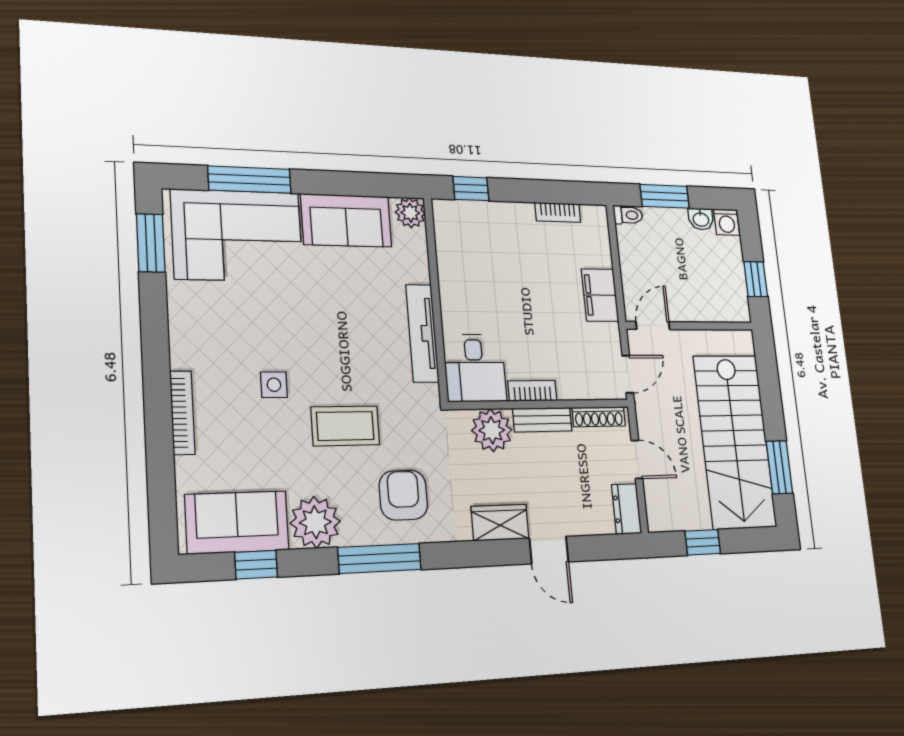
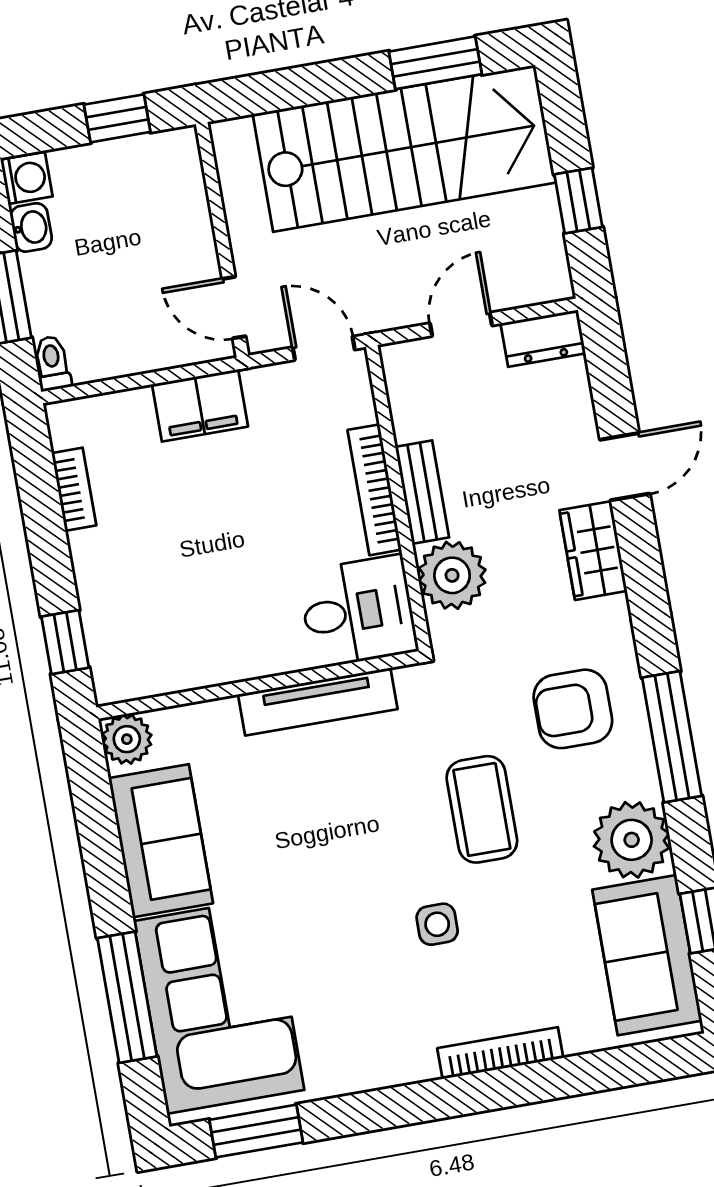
bookcase: (532, 391) -> (374, 490), width x1.56
shoe rack: (599, 417) -> (402, 395), removed

